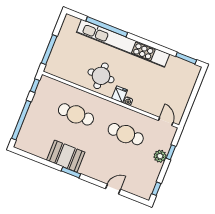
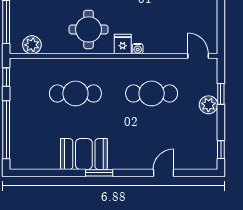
plant: (60, 71) -> (32, 45), added

